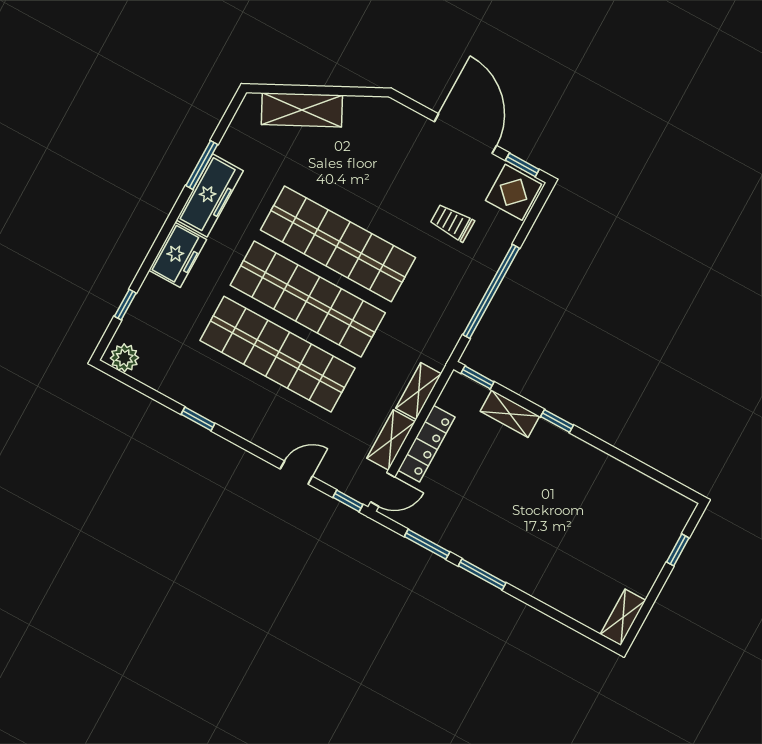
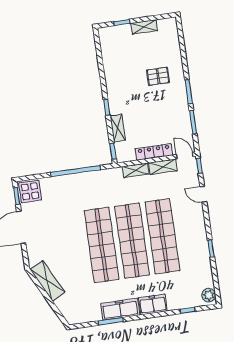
shelving: (302, 110) -> (48, 281), moved
trolley: (452, 223) -> (60, 207), removed
pallet: (545, 543) -> (158, 76), added
shelving: (623, 617) -> (144, 27), moved

